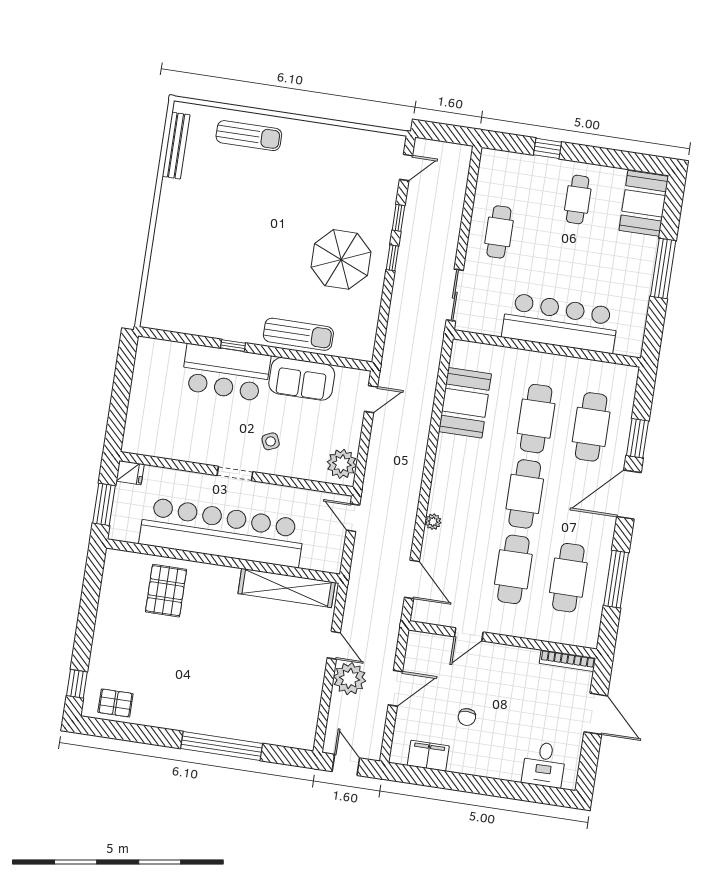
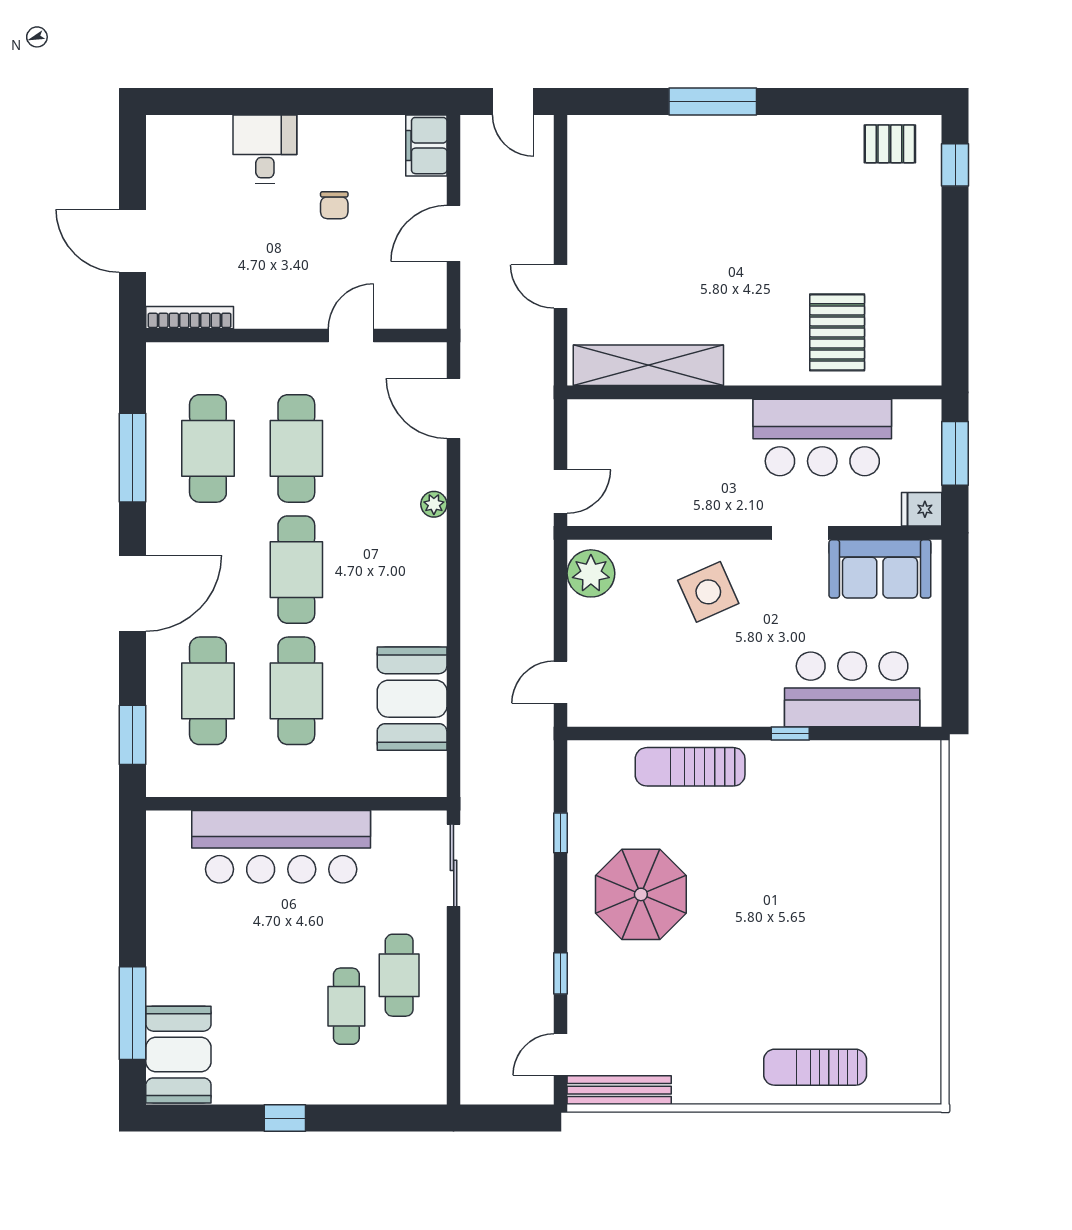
bench: (176, 146) -> (619, 1090), moved, turned 90
window: (547, 148) -> (285, 1118), moved
cafe table: (578, 200) -> (346, 1006), moved
window: (392, 258) -> (561, 833), moved
window: (663, 269) -> (133, 1013), moved
bar counter: (226, 373) -> (852, 689), moved
sofa: (302, 379) -> (880, 569), moved, turned 180
window: (637, 438) -> (133, 735), moved
side table: (271, 441) -> (708, 592), width x1.87, depth x1.87
doorway: (235, 474) -> (800, 533), moved
door: (353, 518) -> (561, 492), hinge flipped
bar counter: (222, 532) -> (822, 437), width x0.54
plant: (350, 679) -> (528, 238), removed
chair: (467, 717) -> (334, 205), turned 180
window: (222, 746) -> (713, 101), width x0.68
filing cabinet: (428, 756) -> (426, 146), moved, turned 90
desk: (544, 764) -> (265, 149), moved

